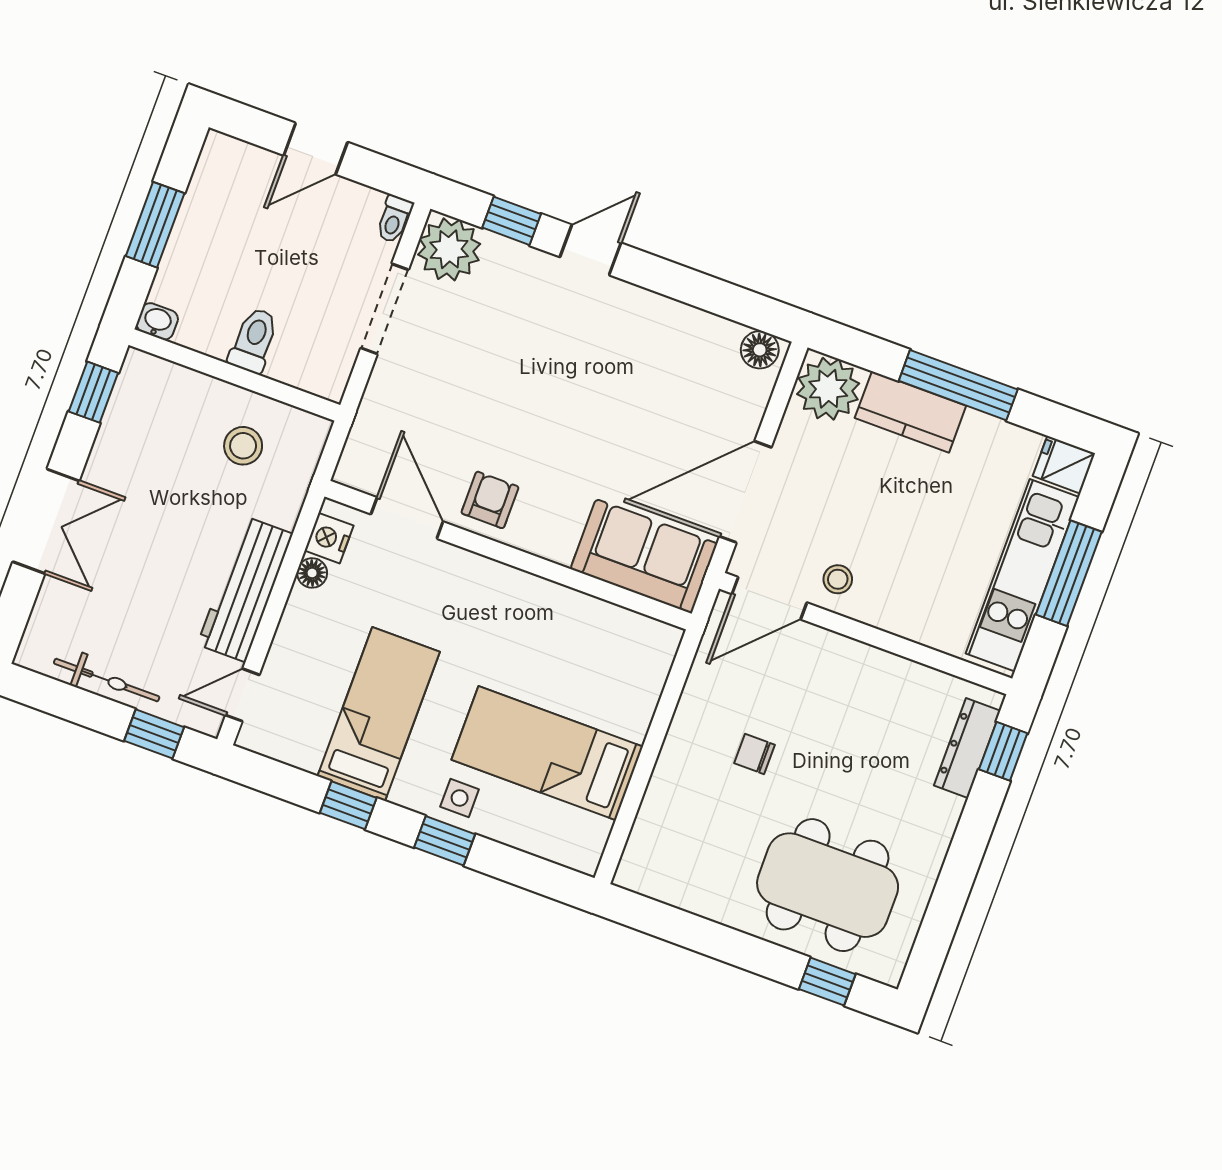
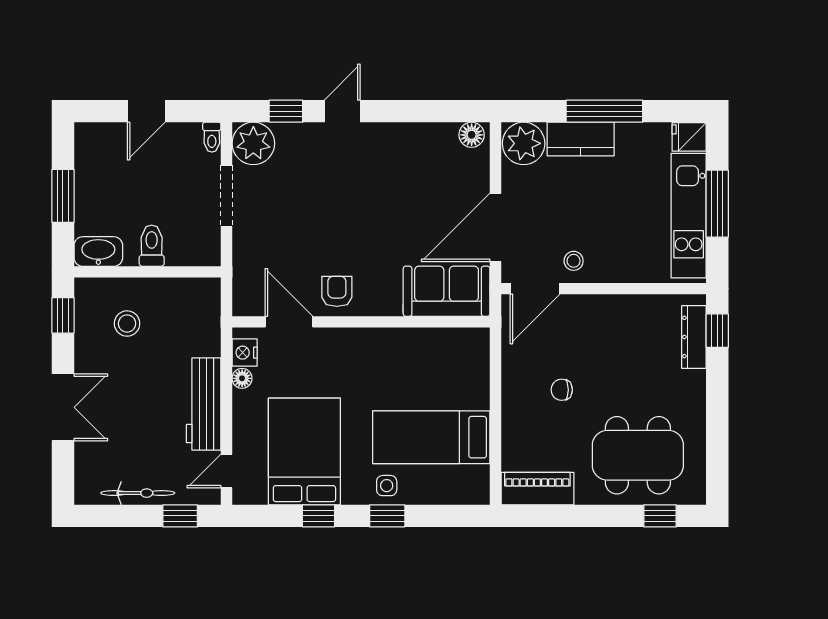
washbasin: (157, 321) -> (98, 252), width x1.91, depth x1.45
stool: (243, 446) -> (127, 324), moved
bed: (379, 714) -> (304, 452), width x1.50
piano: (669, 880) -> (537, 489), added

